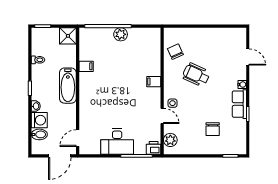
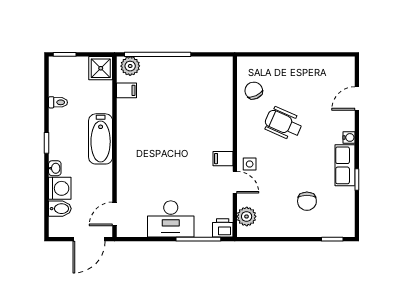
plant: (121, 34) -> (130, 66), moved
door: (248, 57) -> (357, 98), swing flipped
filing cabinet: (86, 66) -> (127, 90), moved
filing cabinet: (154, 82) -> (223, 159), moved

